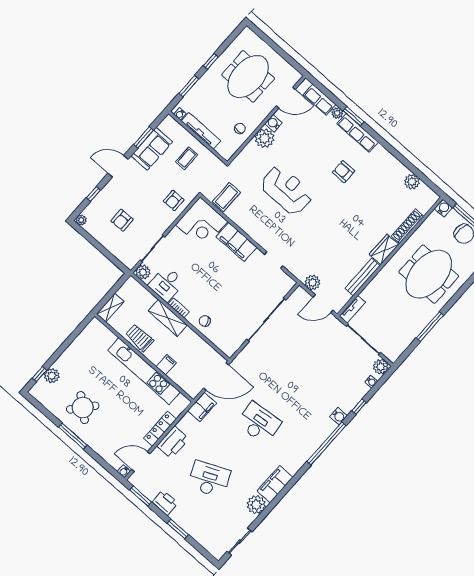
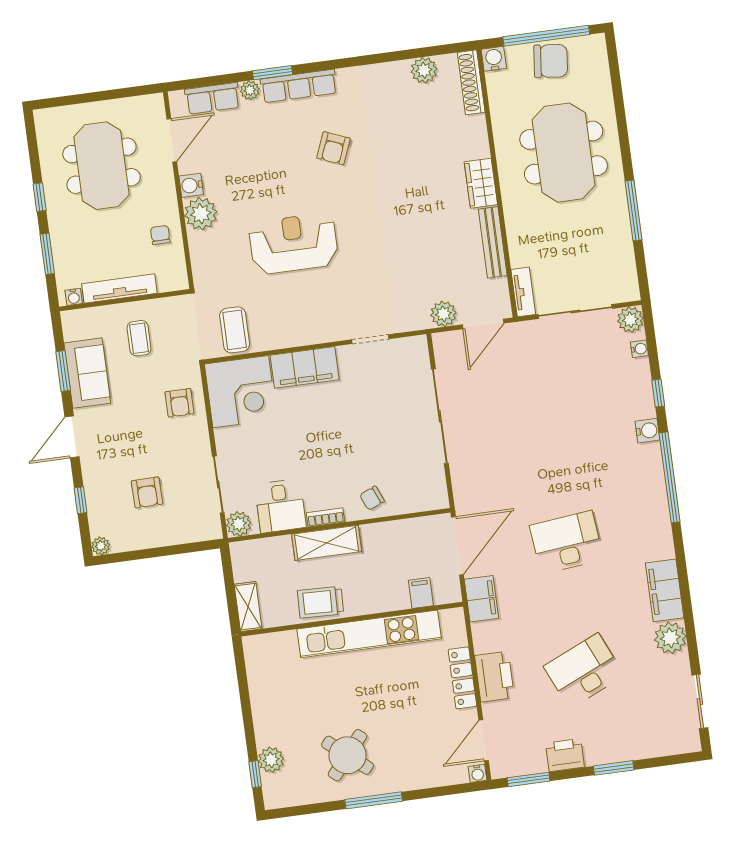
armchair: (344, 172) -> (334, 148), turned -68
shoe rack: (407, 226) -> (471, 82), moved
filing cabinet: (166, 365) -> (421, 593), moved

